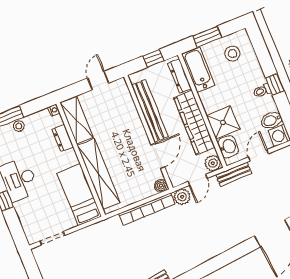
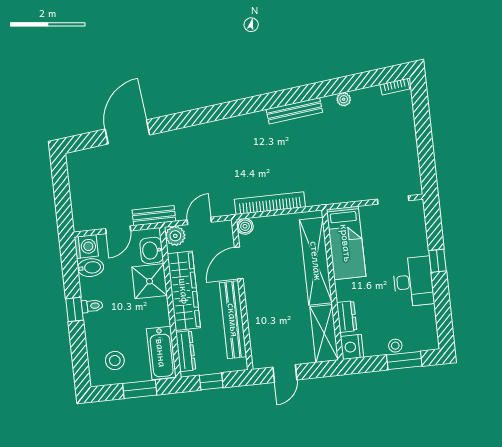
nightstand: (54, 110) -> (352, 347), width x1.89, depth x1.79
plant: (182, 197) -> (223, 206), removed

